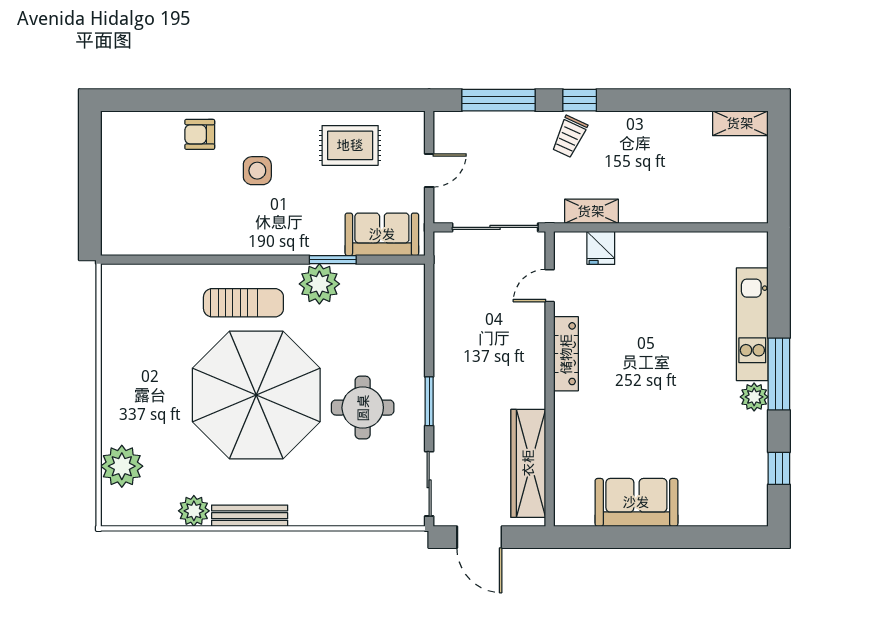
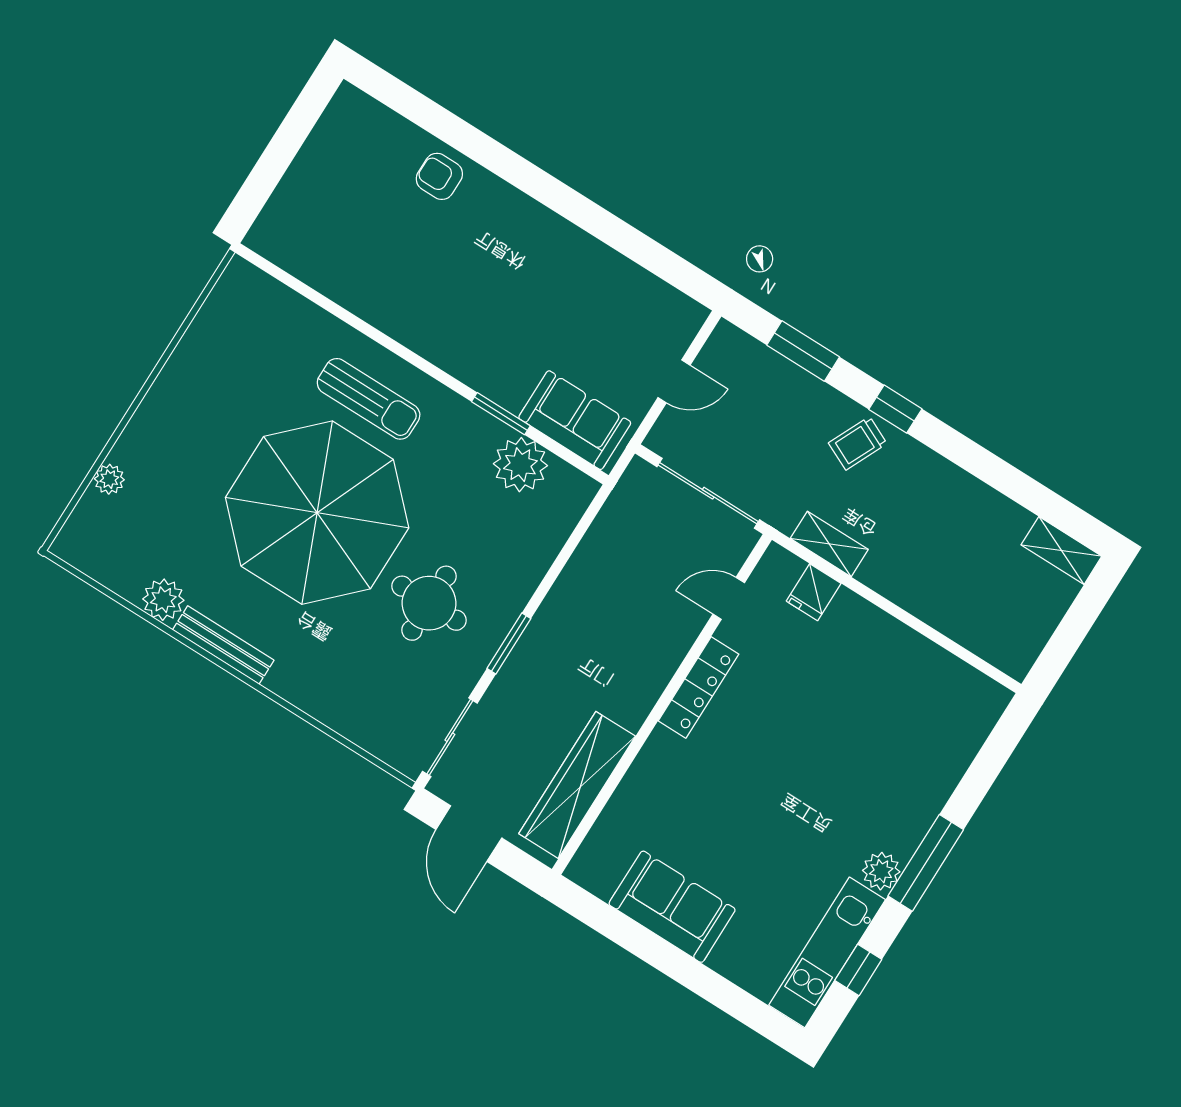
window: (498, 100) -> (803, 351), width x0.69
rug: (350, 145) -> (602, 296), removed
side table: (257, 171) -> (479, 259), removed
plant: (319, 284) -> (520, 465), moved
kitchen unit: (752, 324) -> (827, 952), moved
plant: (122, 466) -> (109, 479), width x0.53, depth x0.53

